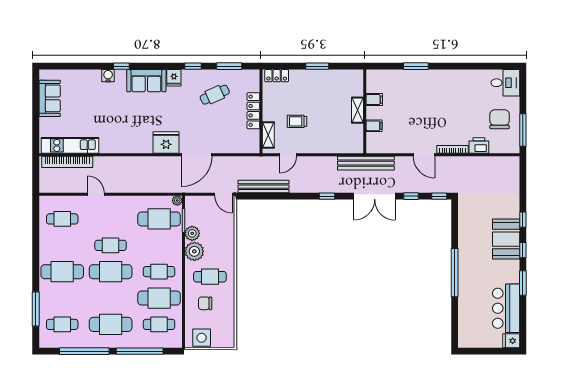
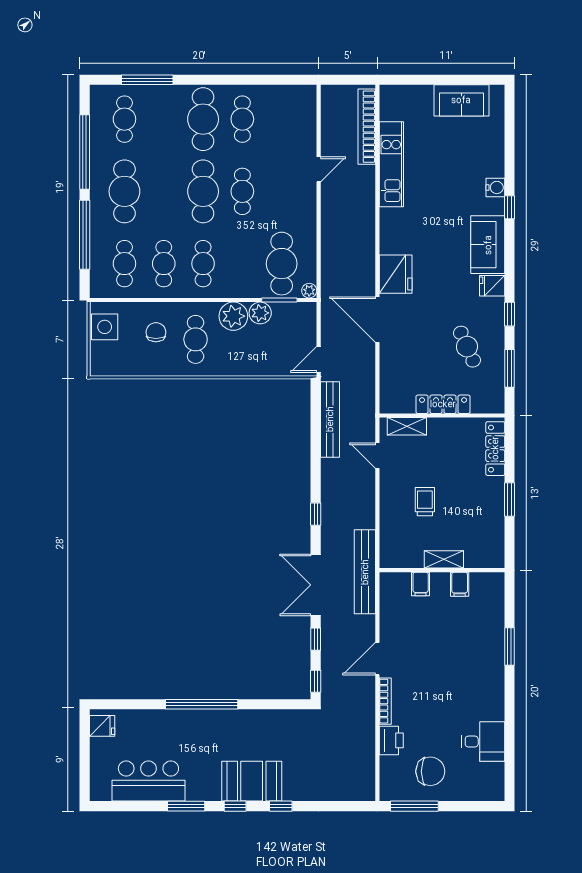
locker: (277, 76) -> (495, 449), width x1.53
desk: (505, 83) -> (483, 742), moved, turned -90
trolley: (297, 121) -> (425, 502), moved
kitchen unit: (70, 145) -> (391, 164), moved
cafe table: (62, 219) -> (242, 119), moved
cafe table: (159, 298) -> (164, 264), width x0.73, depth x0.74
fridge: (511, 341) -> (102, 726), moved, turned 90

